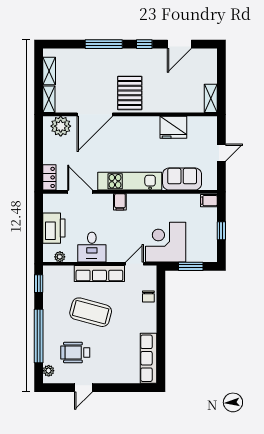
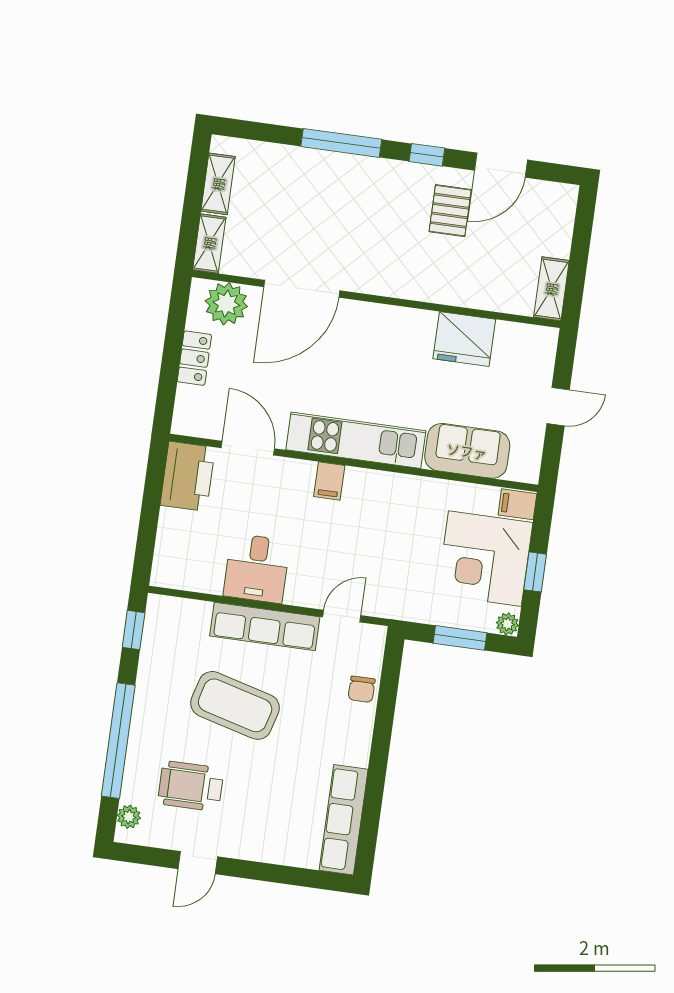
pallet: (130, 93) -> (450, 211), moved, width x0.67, depth x0.71
locker: (49, 177) -> (194, 358), moved
printer: (54, 228) -> (188, 476), moved
corner desk: (166, 242) -> (485, 559), moved, turned -90
plant: (60, 257) -> (507, 624), moved

